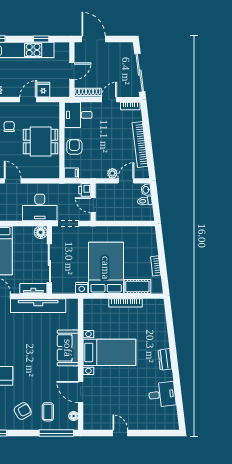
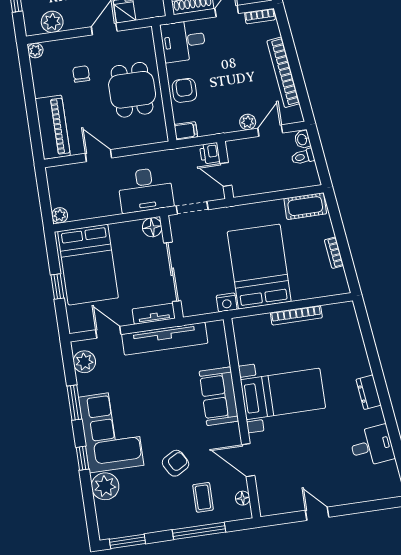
dining table: (41, 142) -> (132, 90), turned 90
cot: (137, 286) -> (305, 206), moved
armchair: (23, 411) -> (176, 463), moved
window: (56, 433) -> (199, 531), moved

